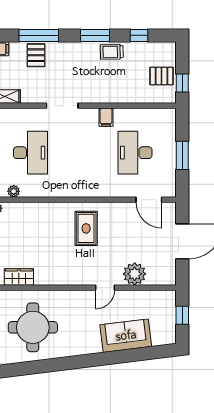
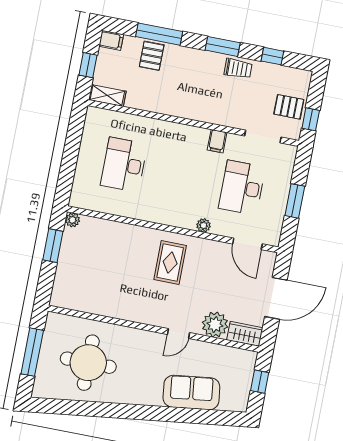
trolley: (112, 52) -> (238, 69), turned 180
doorway: (62, 106) -> (263, 137), moved
desk: (30, 153) -> (124, 165), turned 180
plant: (14, 191) -> (204, 225), moved
wardrobe: (19, 277) -> (245, 334), moved

